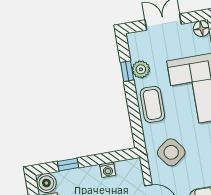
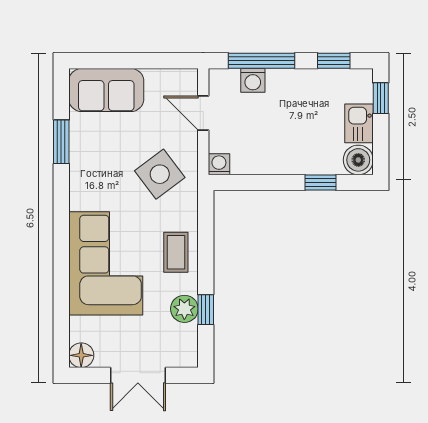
coffee table: (152, 104) -> (176, 252), width x0.73, depth x0.77
washing machine: (108, 170) -> (219, 164), moved

